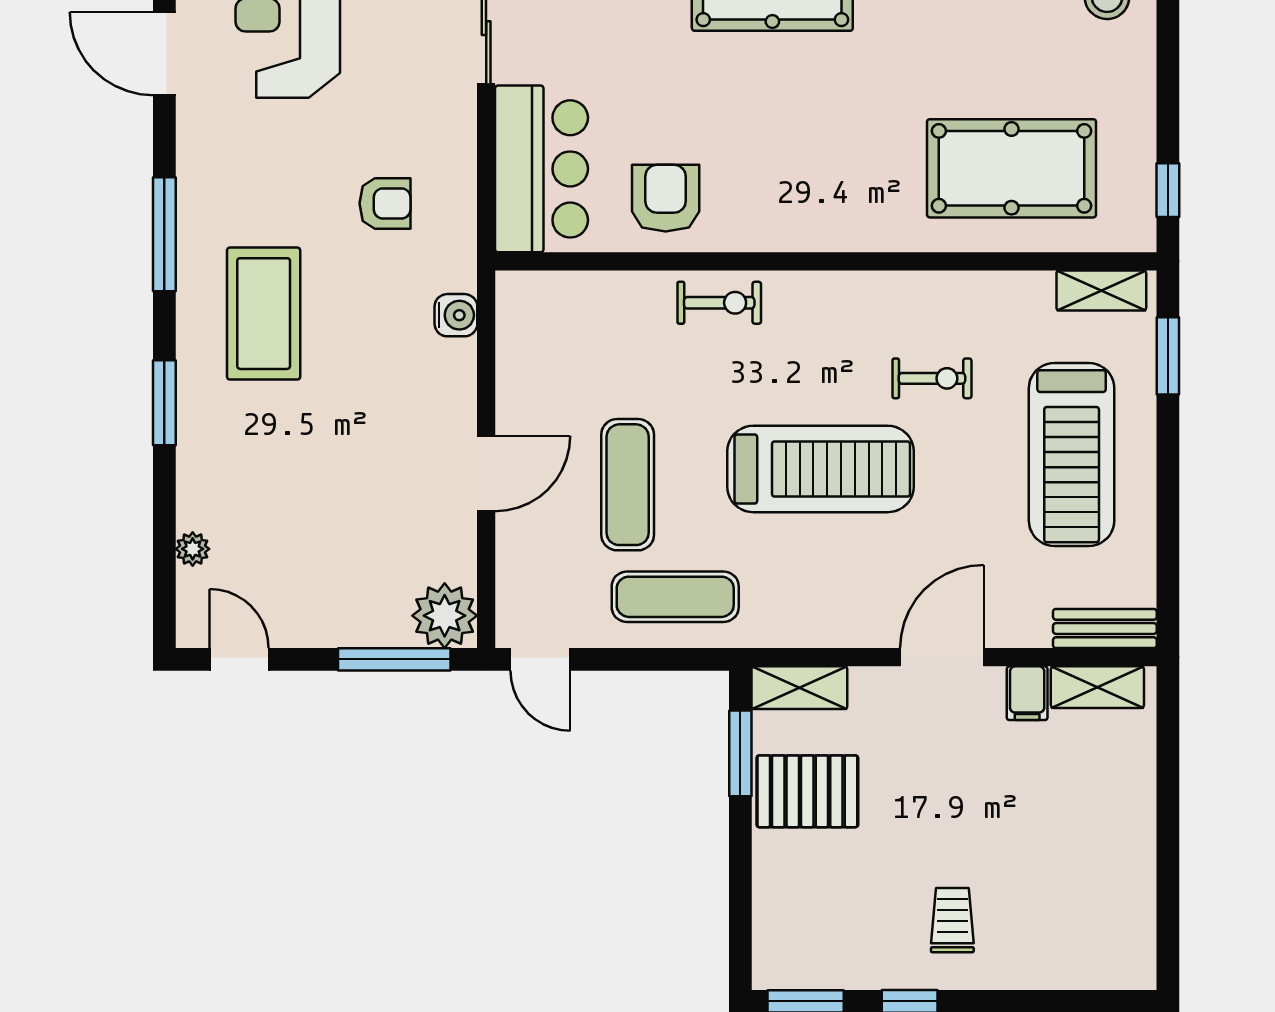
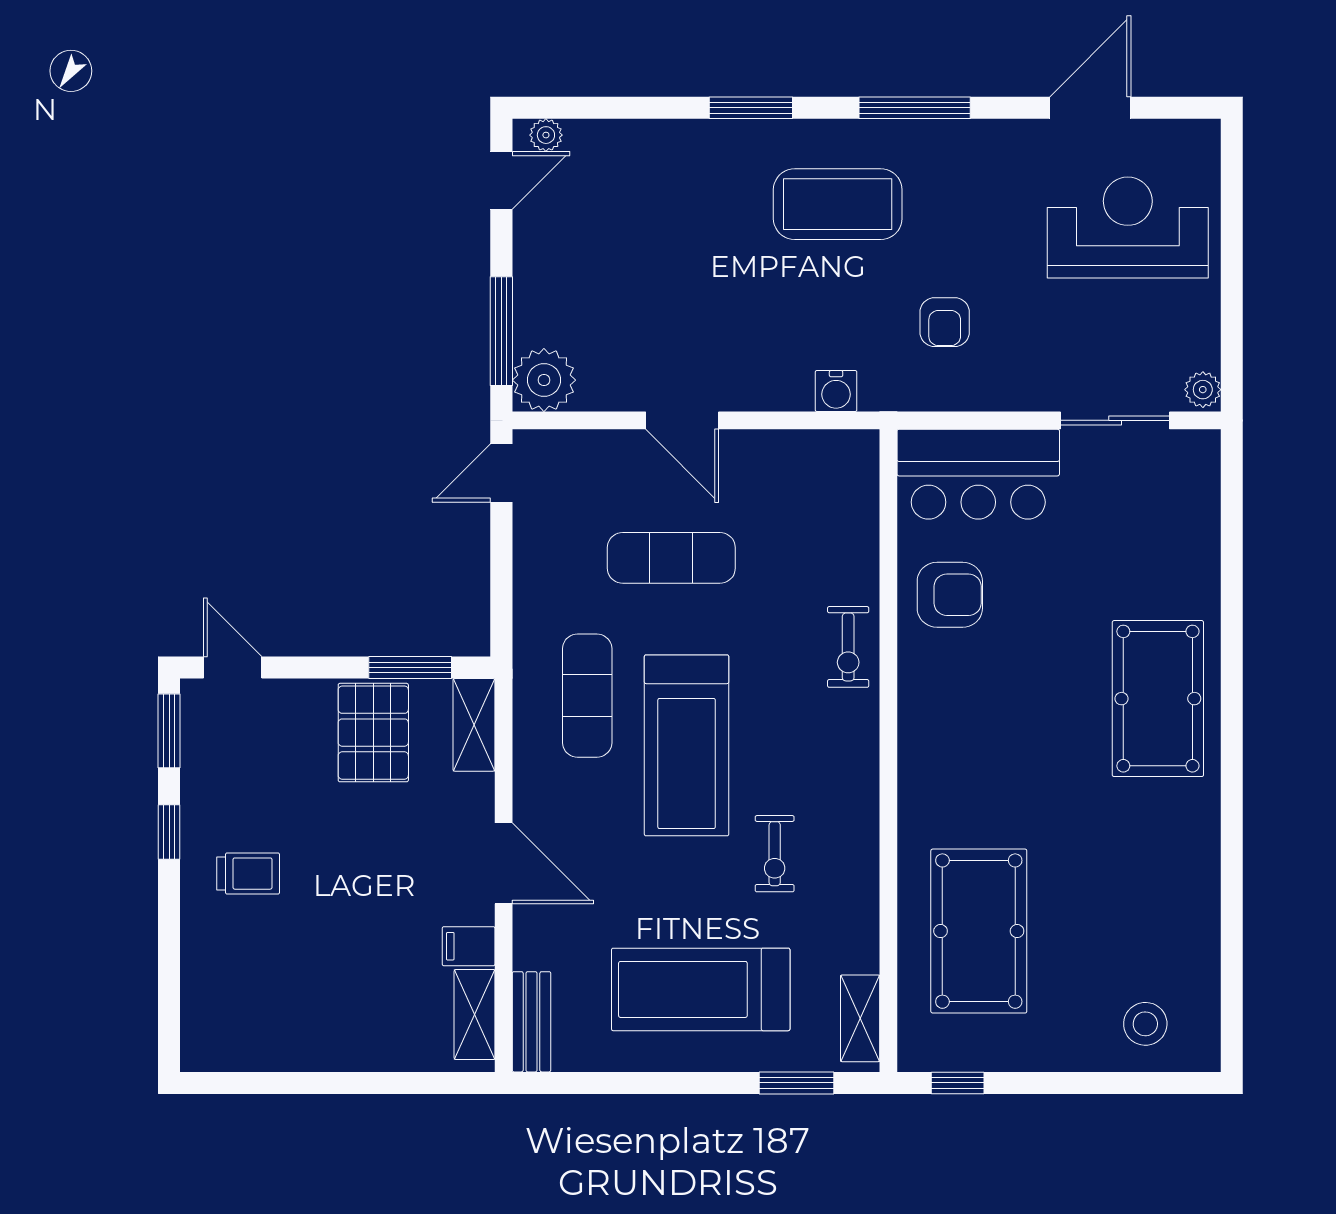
plant: (193, 549) -> (546, 135), moved
exercise mat: (675, 597) -> (587, 696), moved
door: (740, 936) -> (233, 667), added

